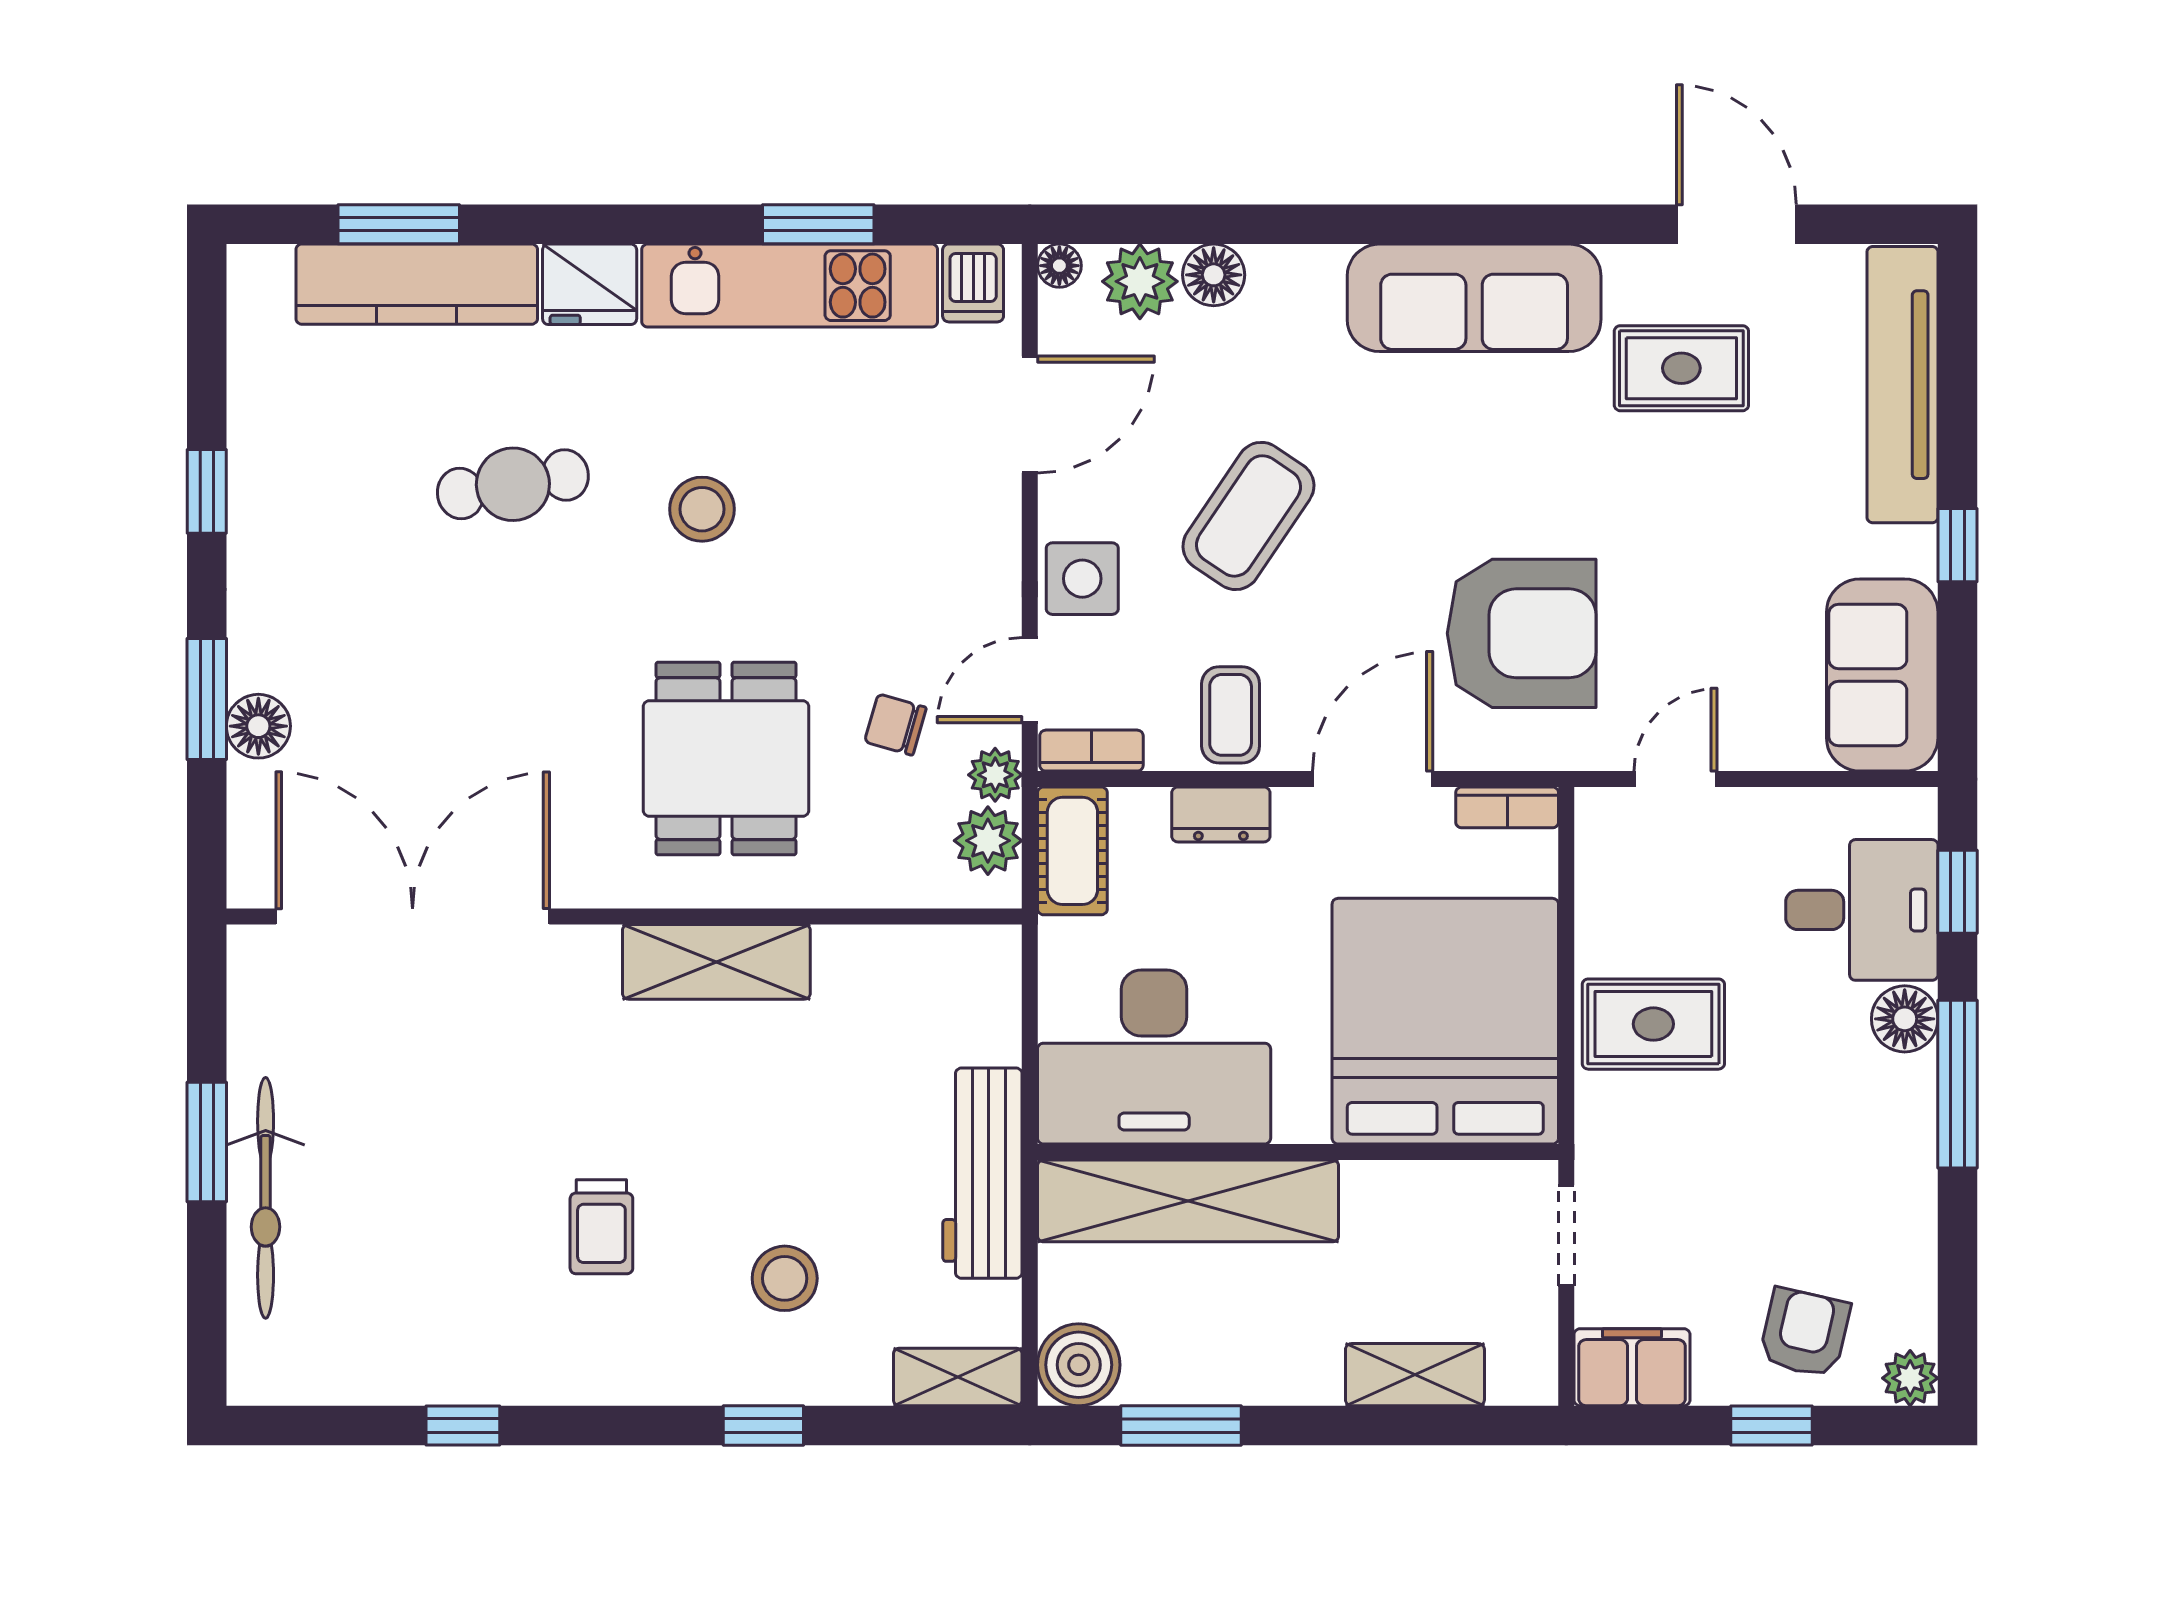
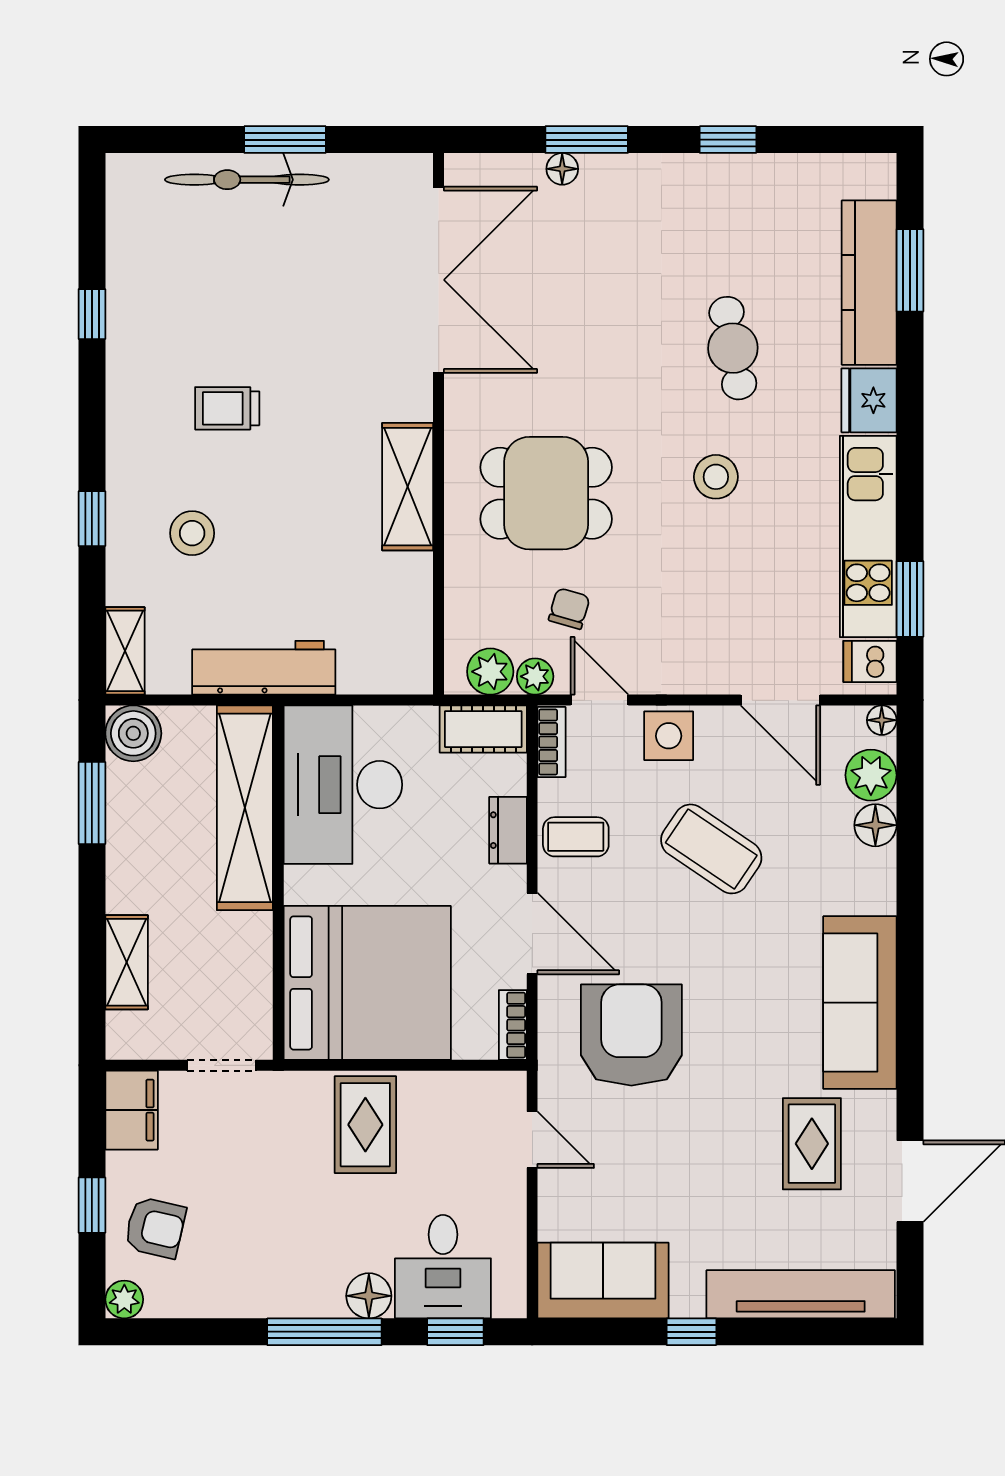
window: (818, 224) -> (910, 599), moved
armchair: (1522, 633) -> (631, 1035), turned 180
floor lamp: (258, 726) -> (562, 169), width x0.73, depth x0.73

